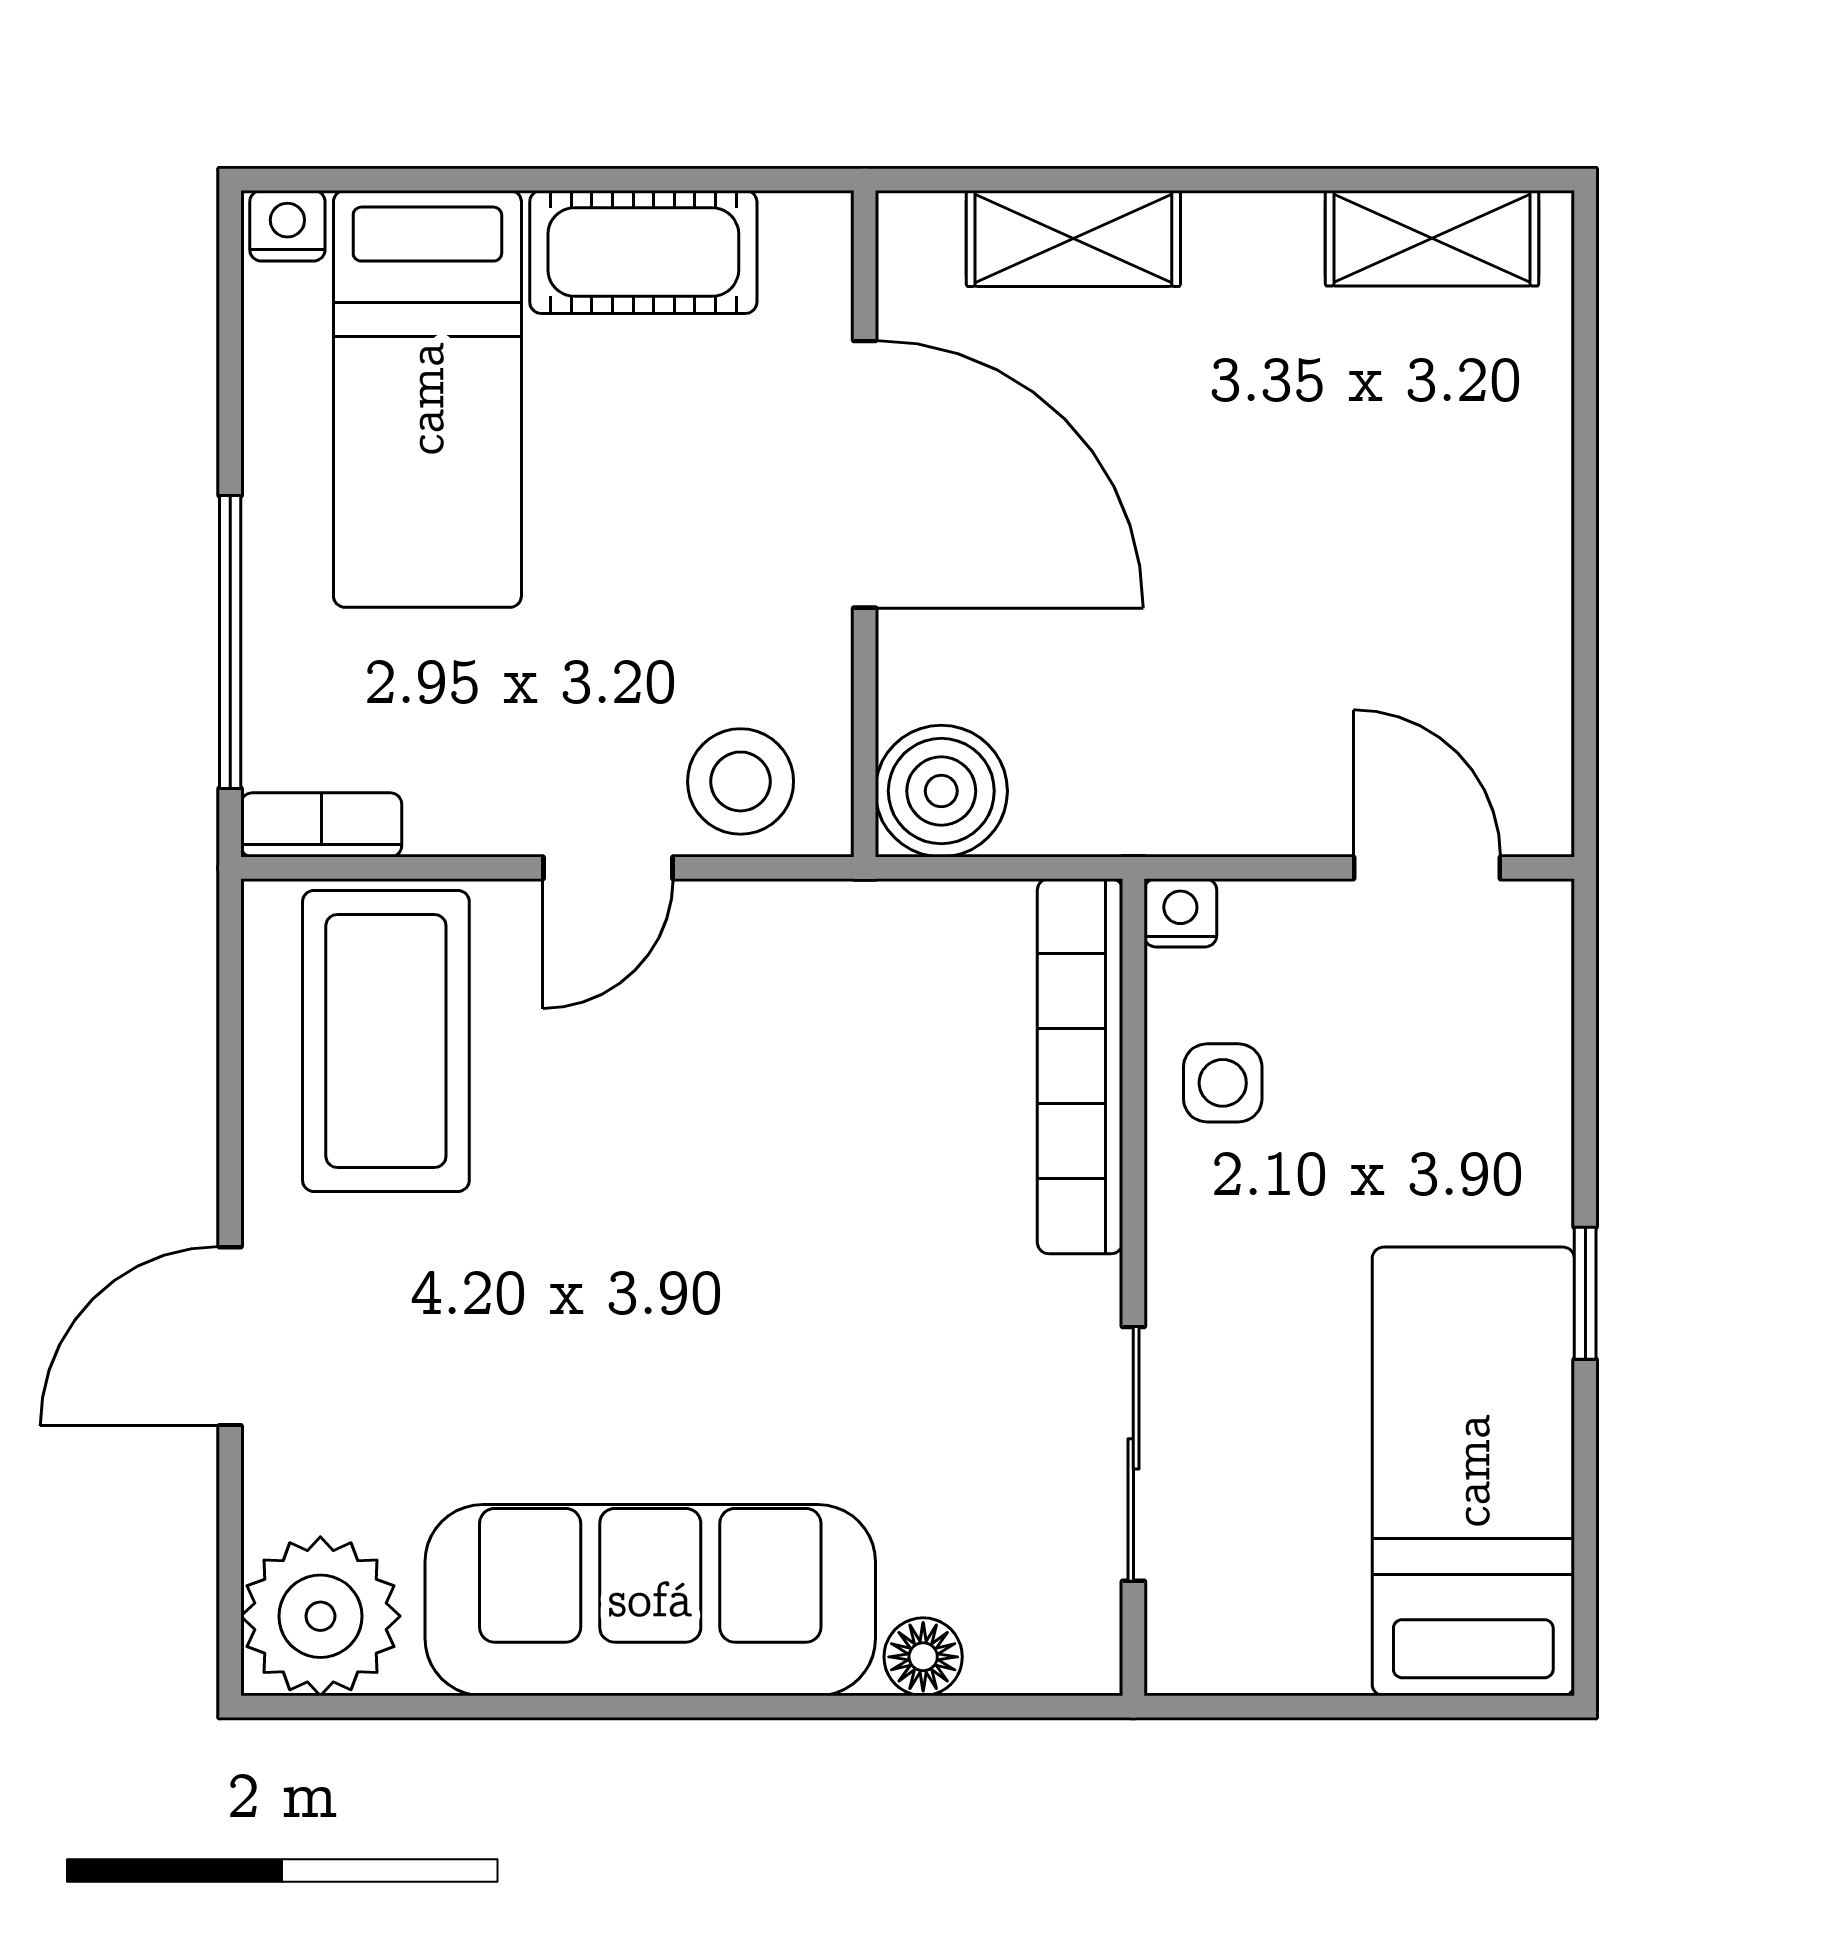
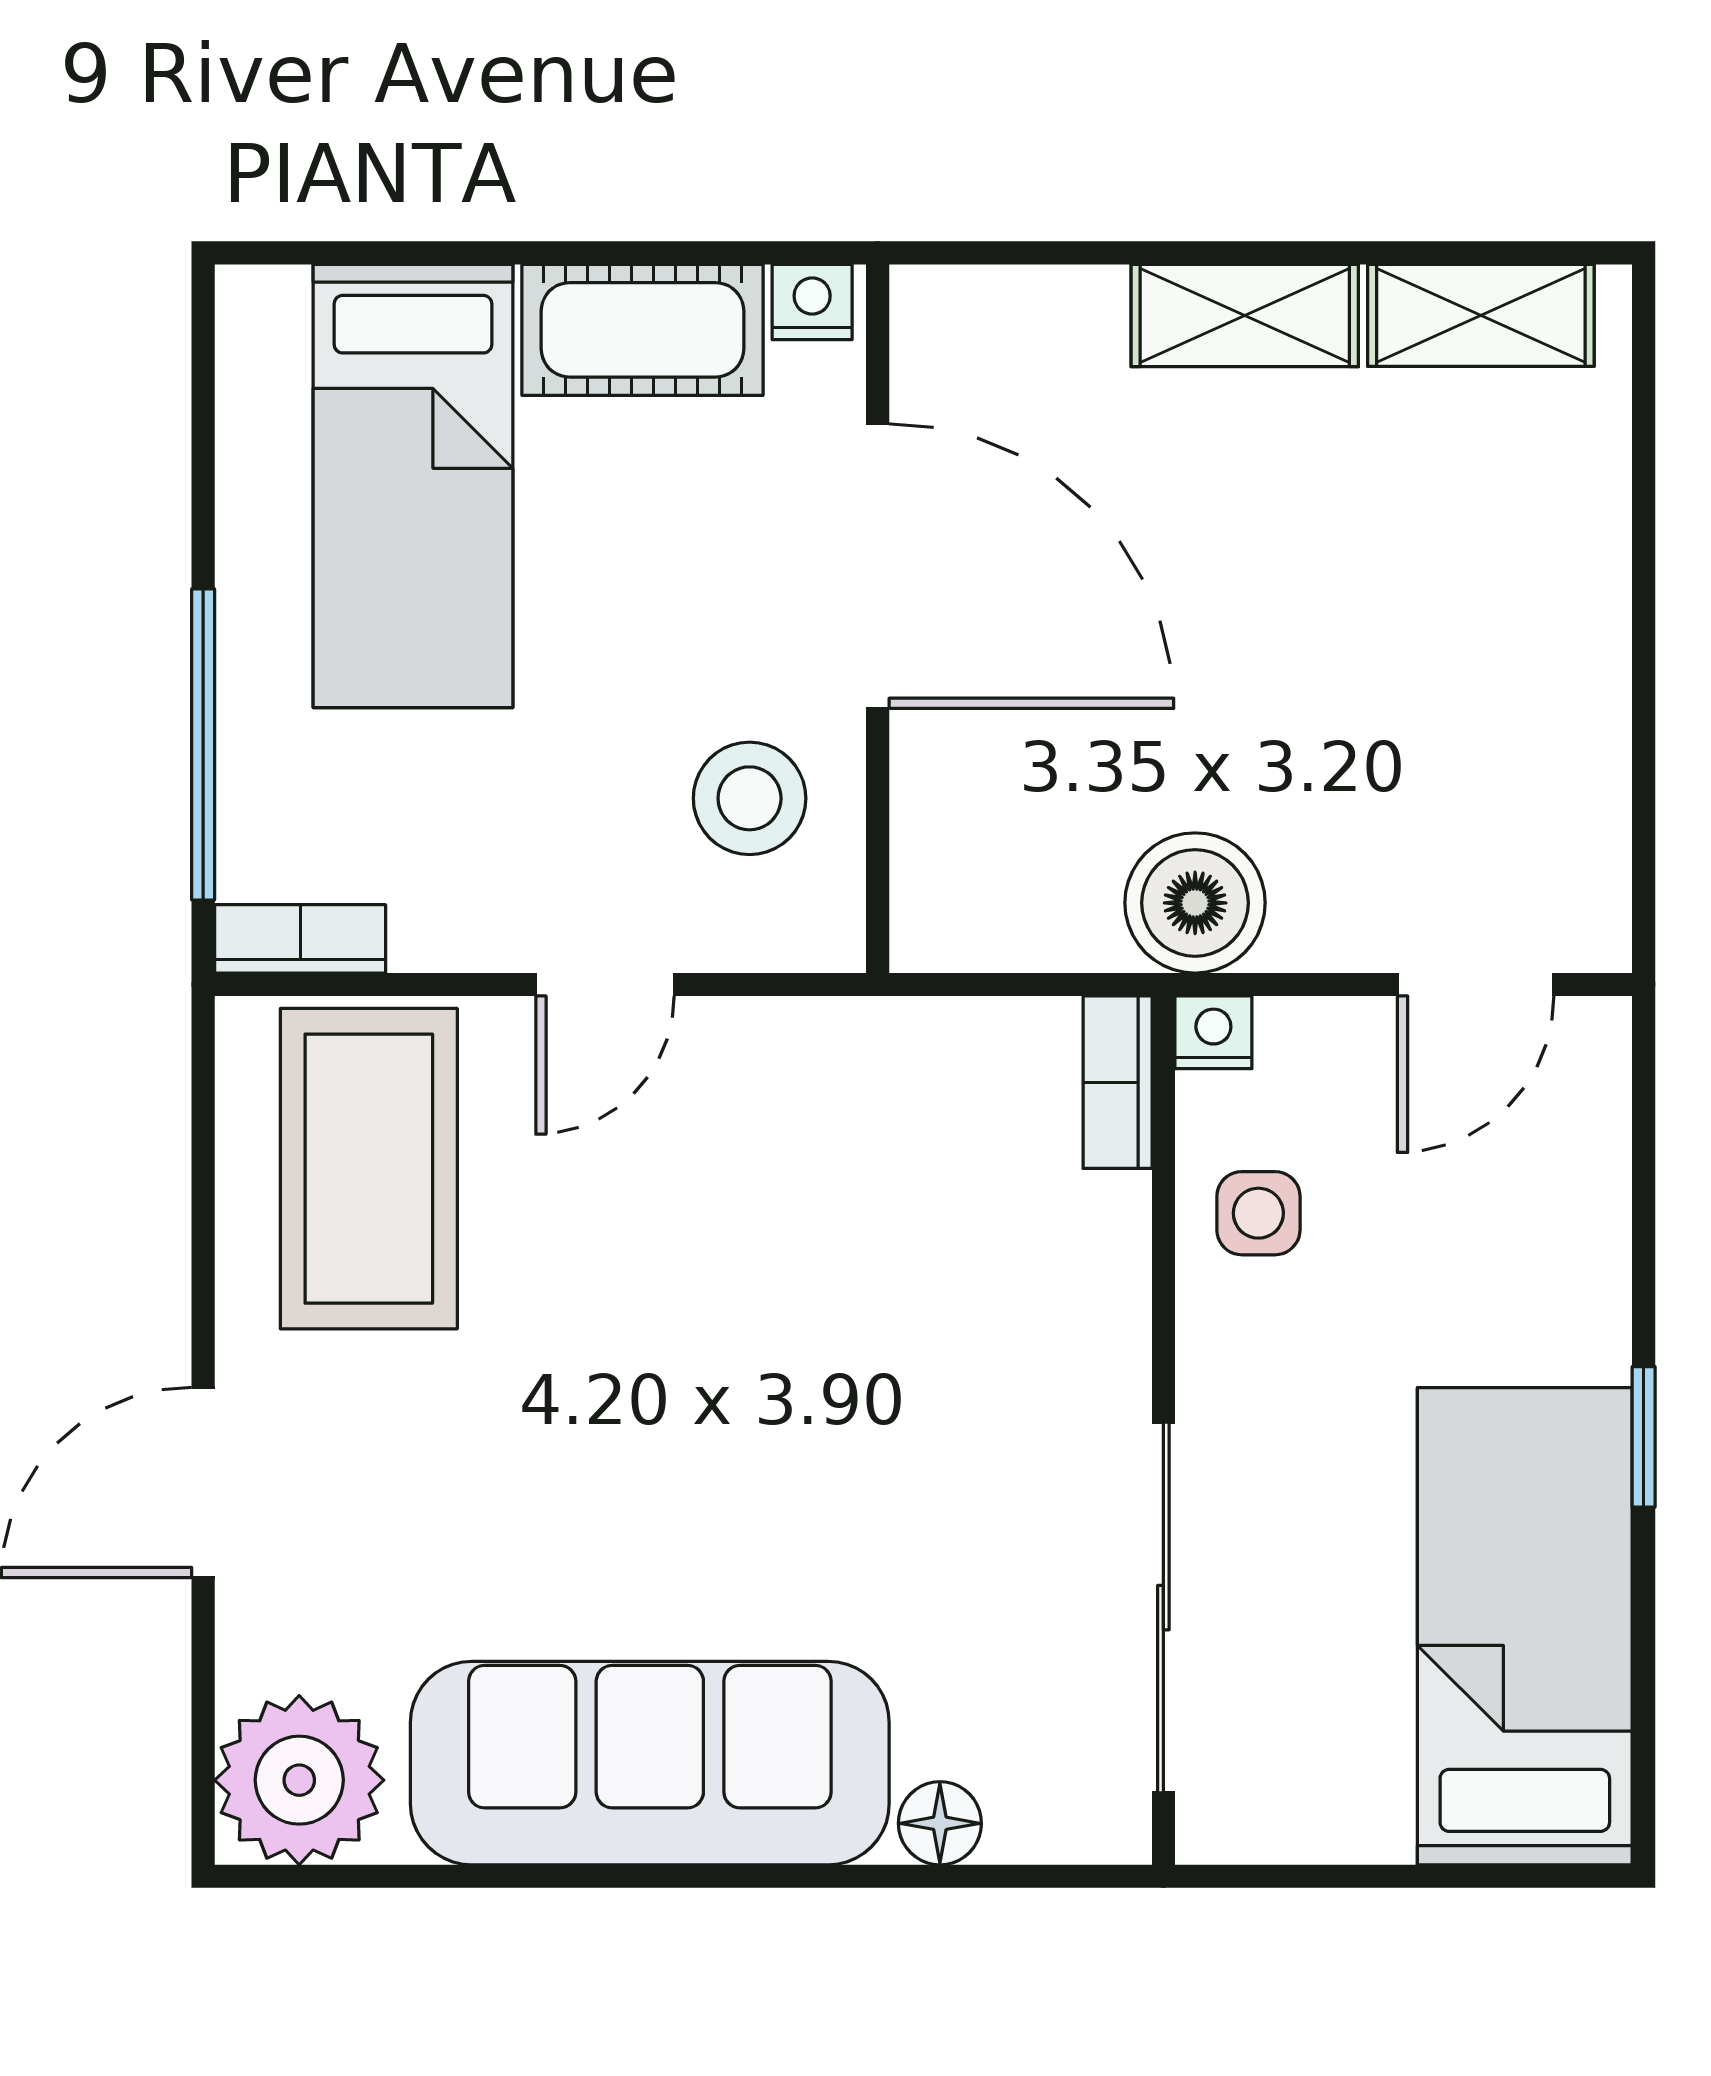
nightstand: (287, 226) -> (812, 302), moved
shelving: (1073, 238) -> (1245, 315), moved
stool: (741, 781) -> (750, 798), moved
boiler: (941, 791) -> (1195, 903), moved
door: (1427, 868) -> (1476, 985), swing flipped
bookcase: (1080, 1066) -> (1118, 1082), width x0.43, depth x0.76
sliding door: (1133, 1454) -> (1163, 1608), width x1.37

